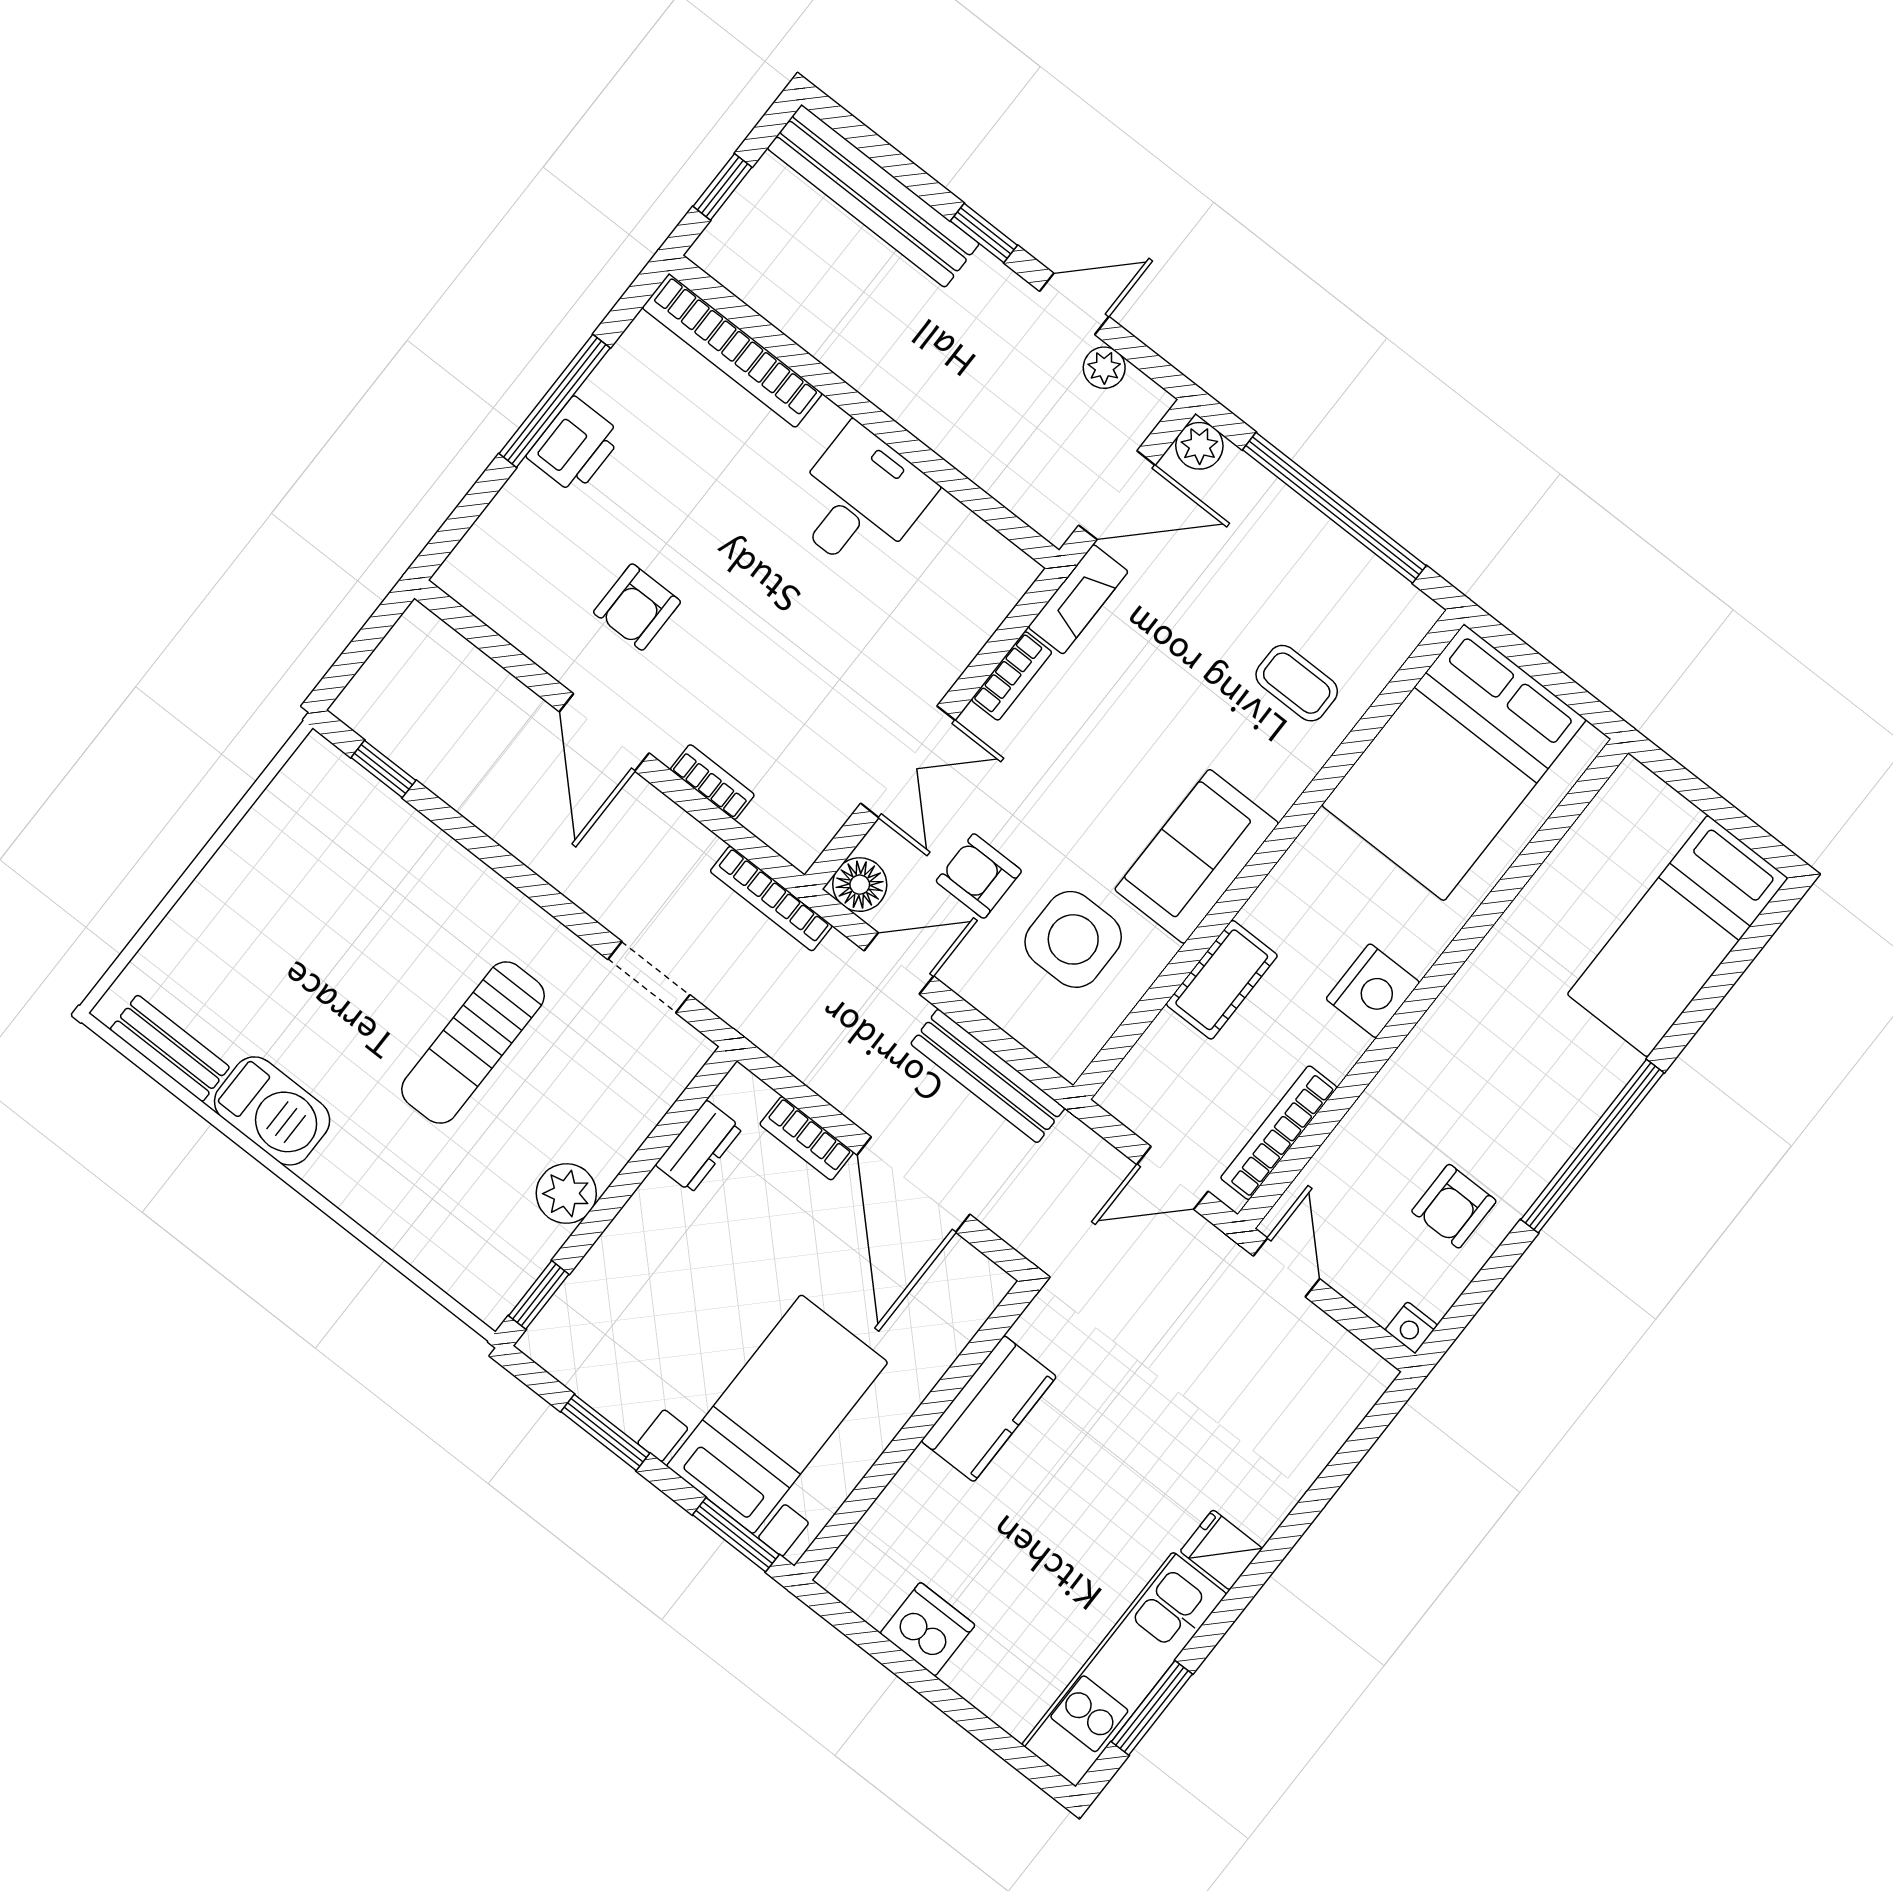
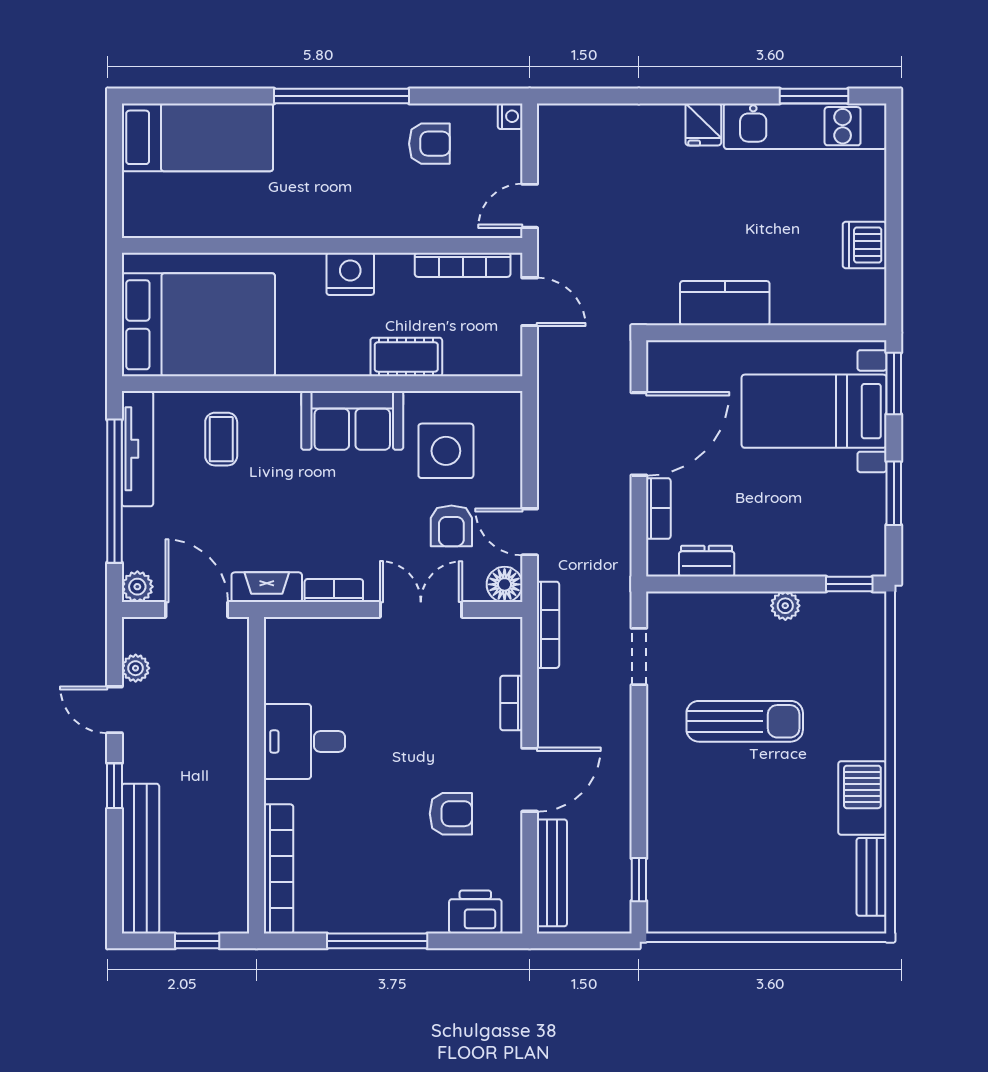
printer: (575, 446) -> (475, 912), moved
tv unit: (1363, 575) -> (137, 449), added
bench: (988, 1076) -> (552, 873), moved
plant: (566, 1194) -> (785, 606), width x0.73, depth x0.73

